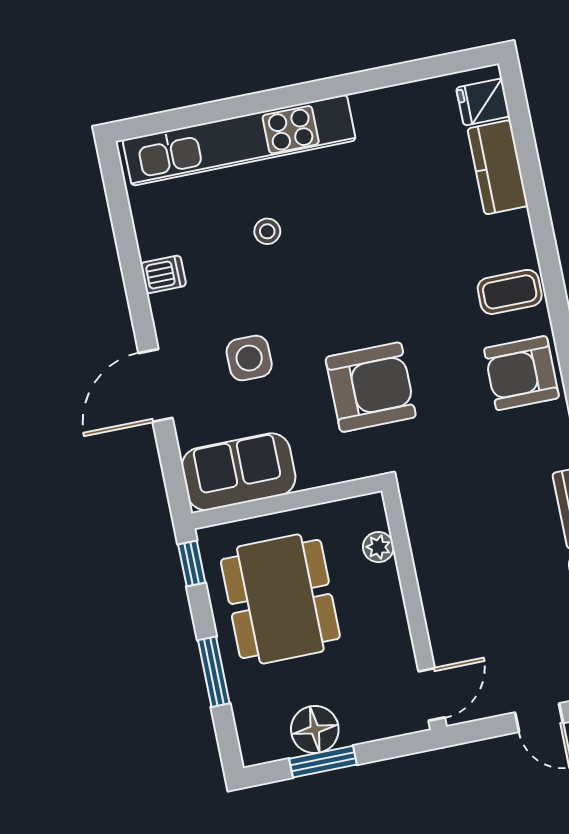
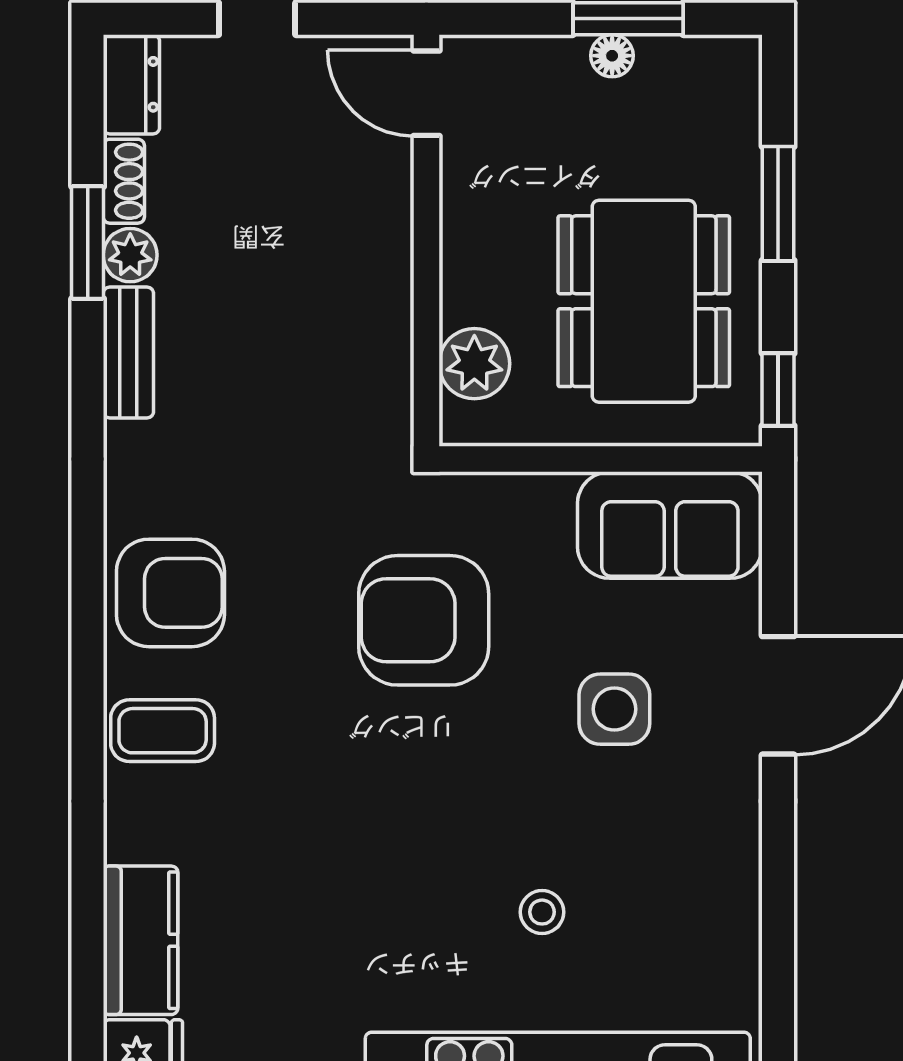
dishwasher: (163, 274) -> (728, 876), removed
plant: (378, 547) -> (474, 364), width x1.38, depth x1.38
door: (432, 694) -> (426, 93), hinge flipped
floor lamp: (315, 730) -> (612, 56), width x0.53, depth x0.53

